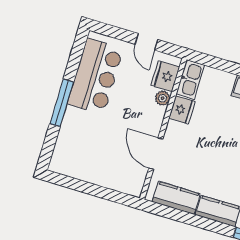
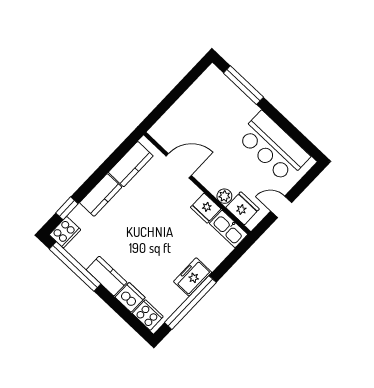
window: (62, 103) -> (243, 85), moved

